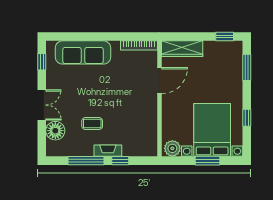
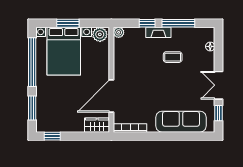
wardrobe: (182, 49) -> (97, 125), width x0.67
door: (160, 81) -> (111, 96), width x1.36
double door: (42, 105) -> (219, 85), moved
window: (247, 118) -> (32, 62), width x3.17
floor lamp: (55, 131) -> (210, 46), width x0.53, depth x0.53
plant: (152, 151) -> (119, 32), added

